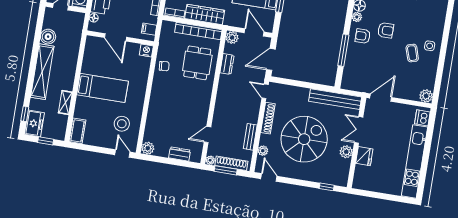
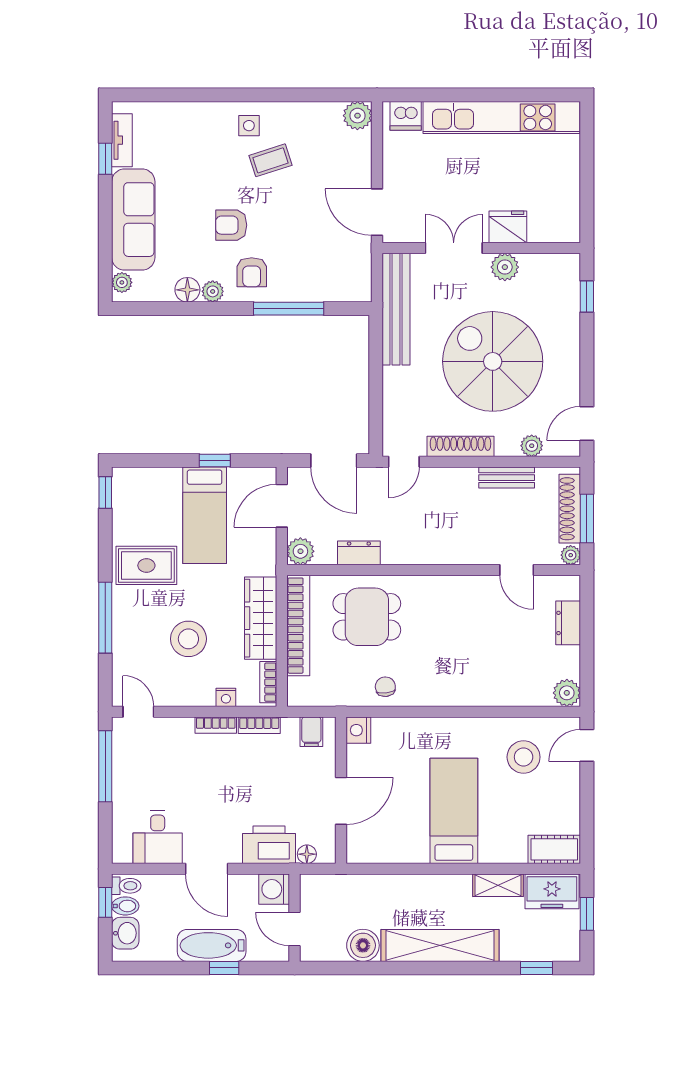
armchair: (386, 30) -> (231, 225), turned -90
freezer: (34, 123) -> (552, 891), moved, turned 180
double door: (359, 130) -> (454, 248), swing flipped

